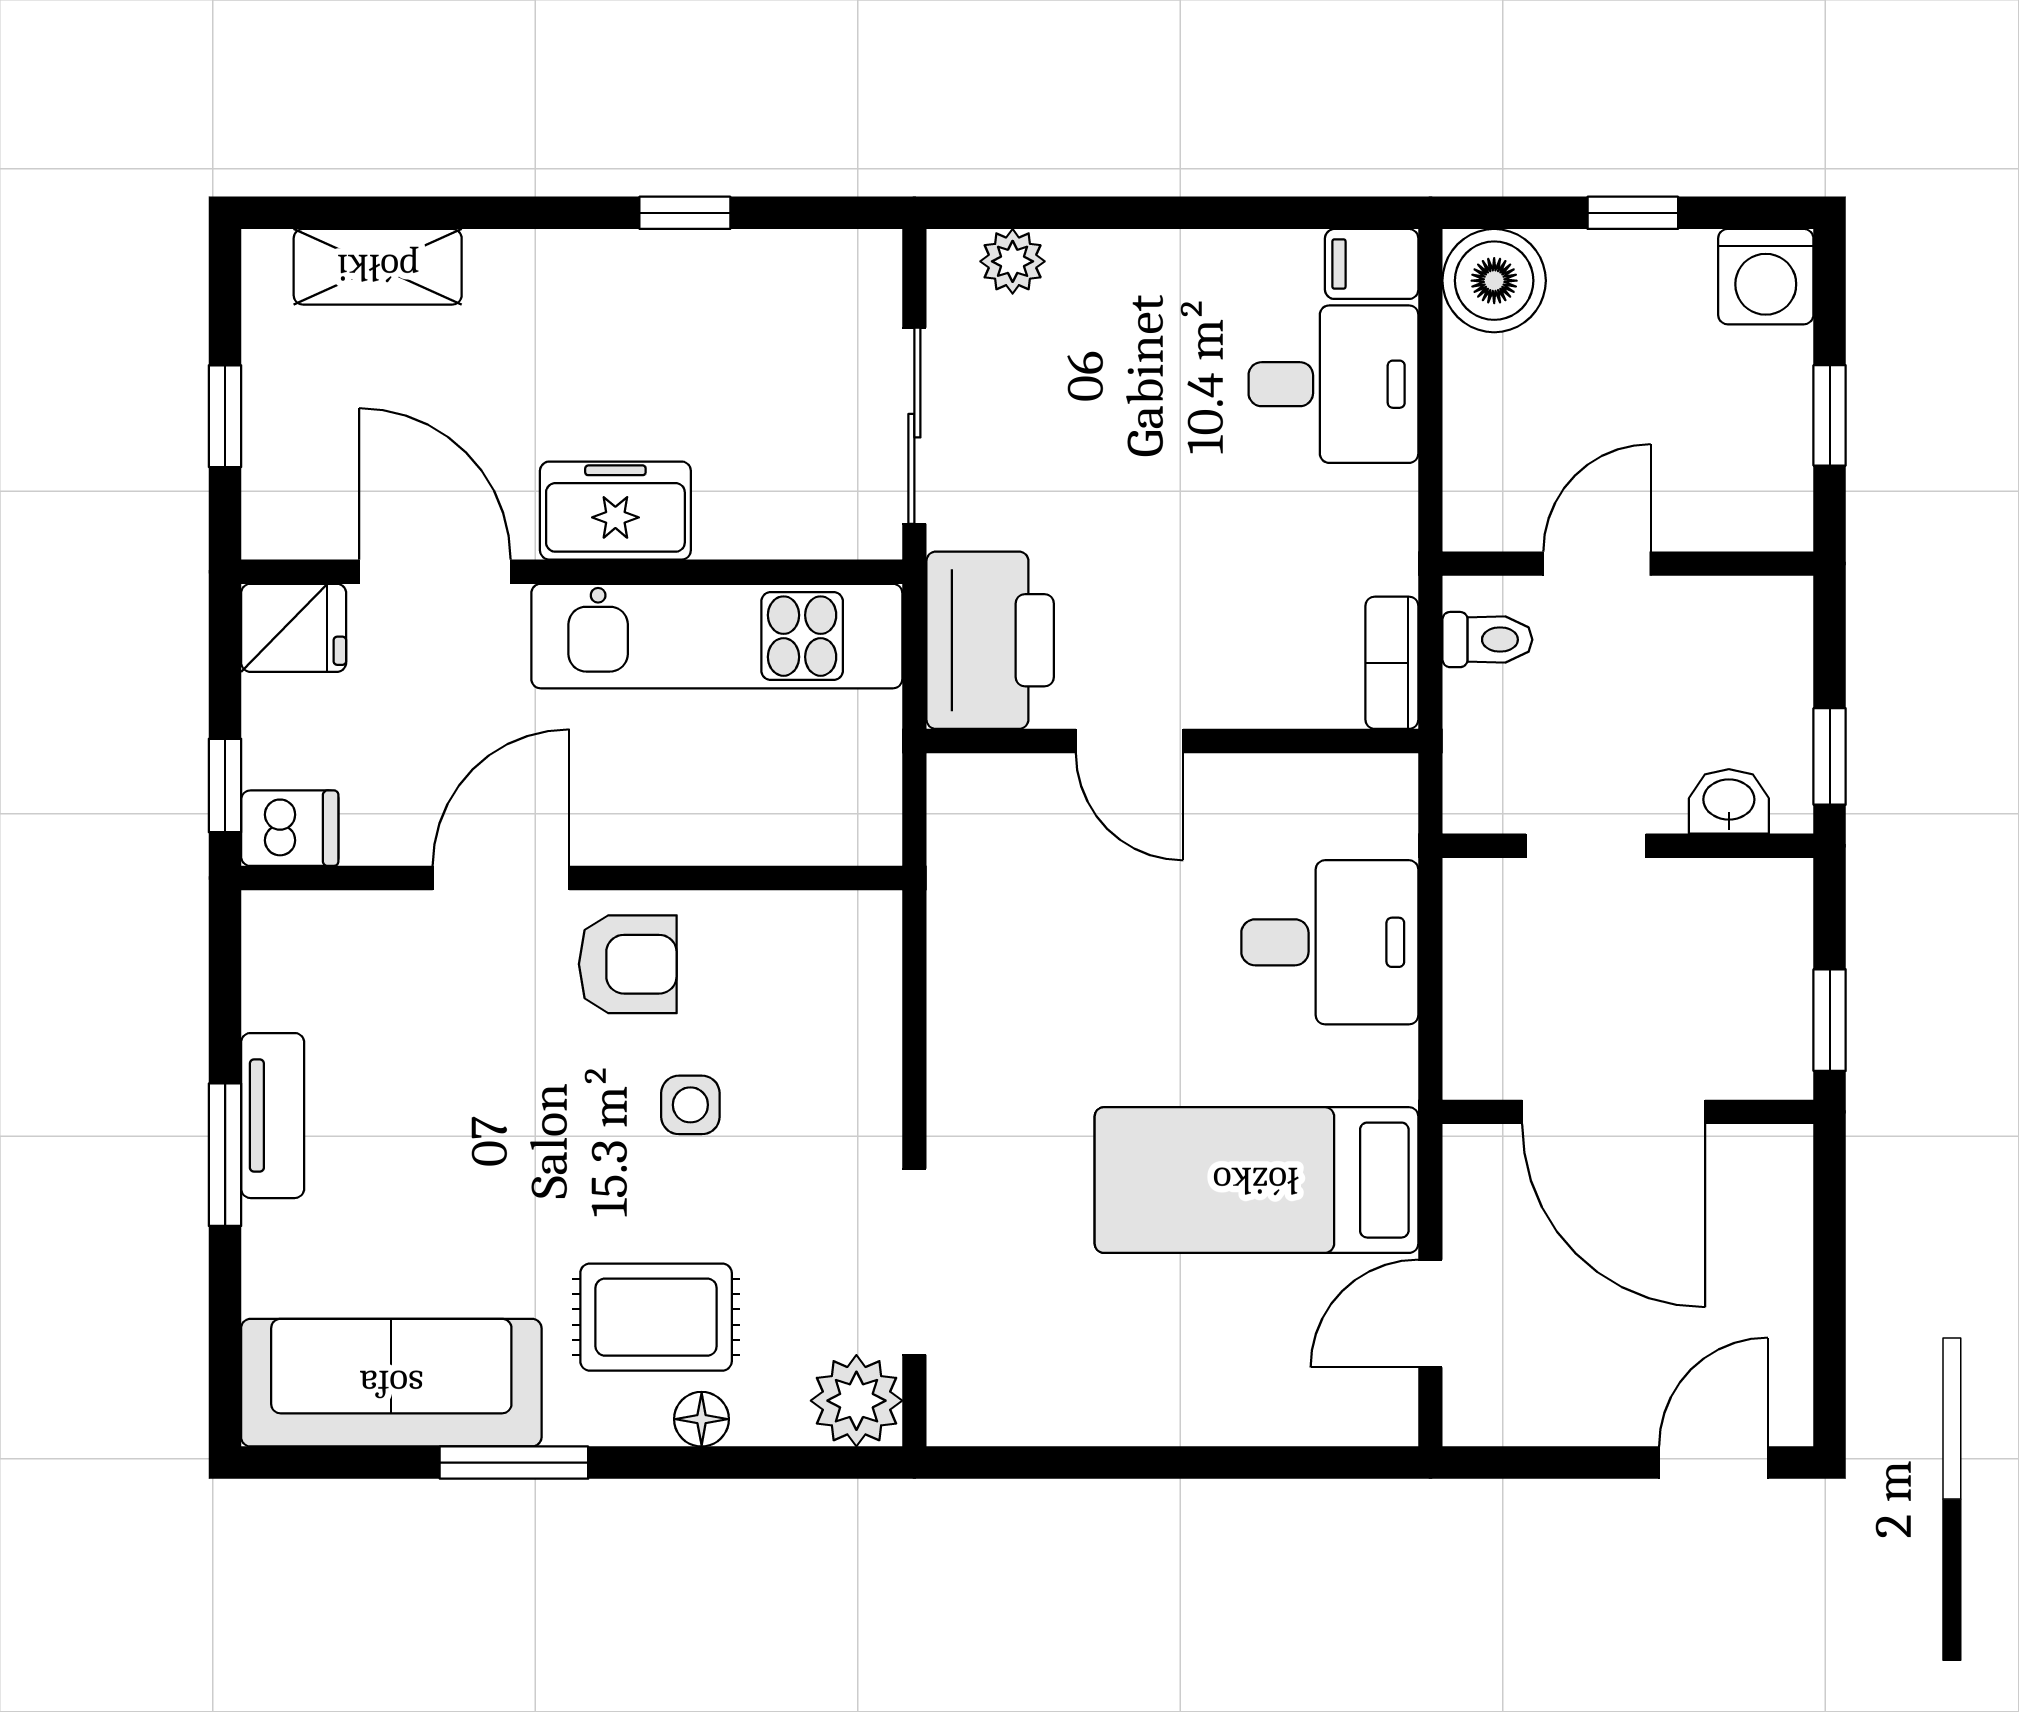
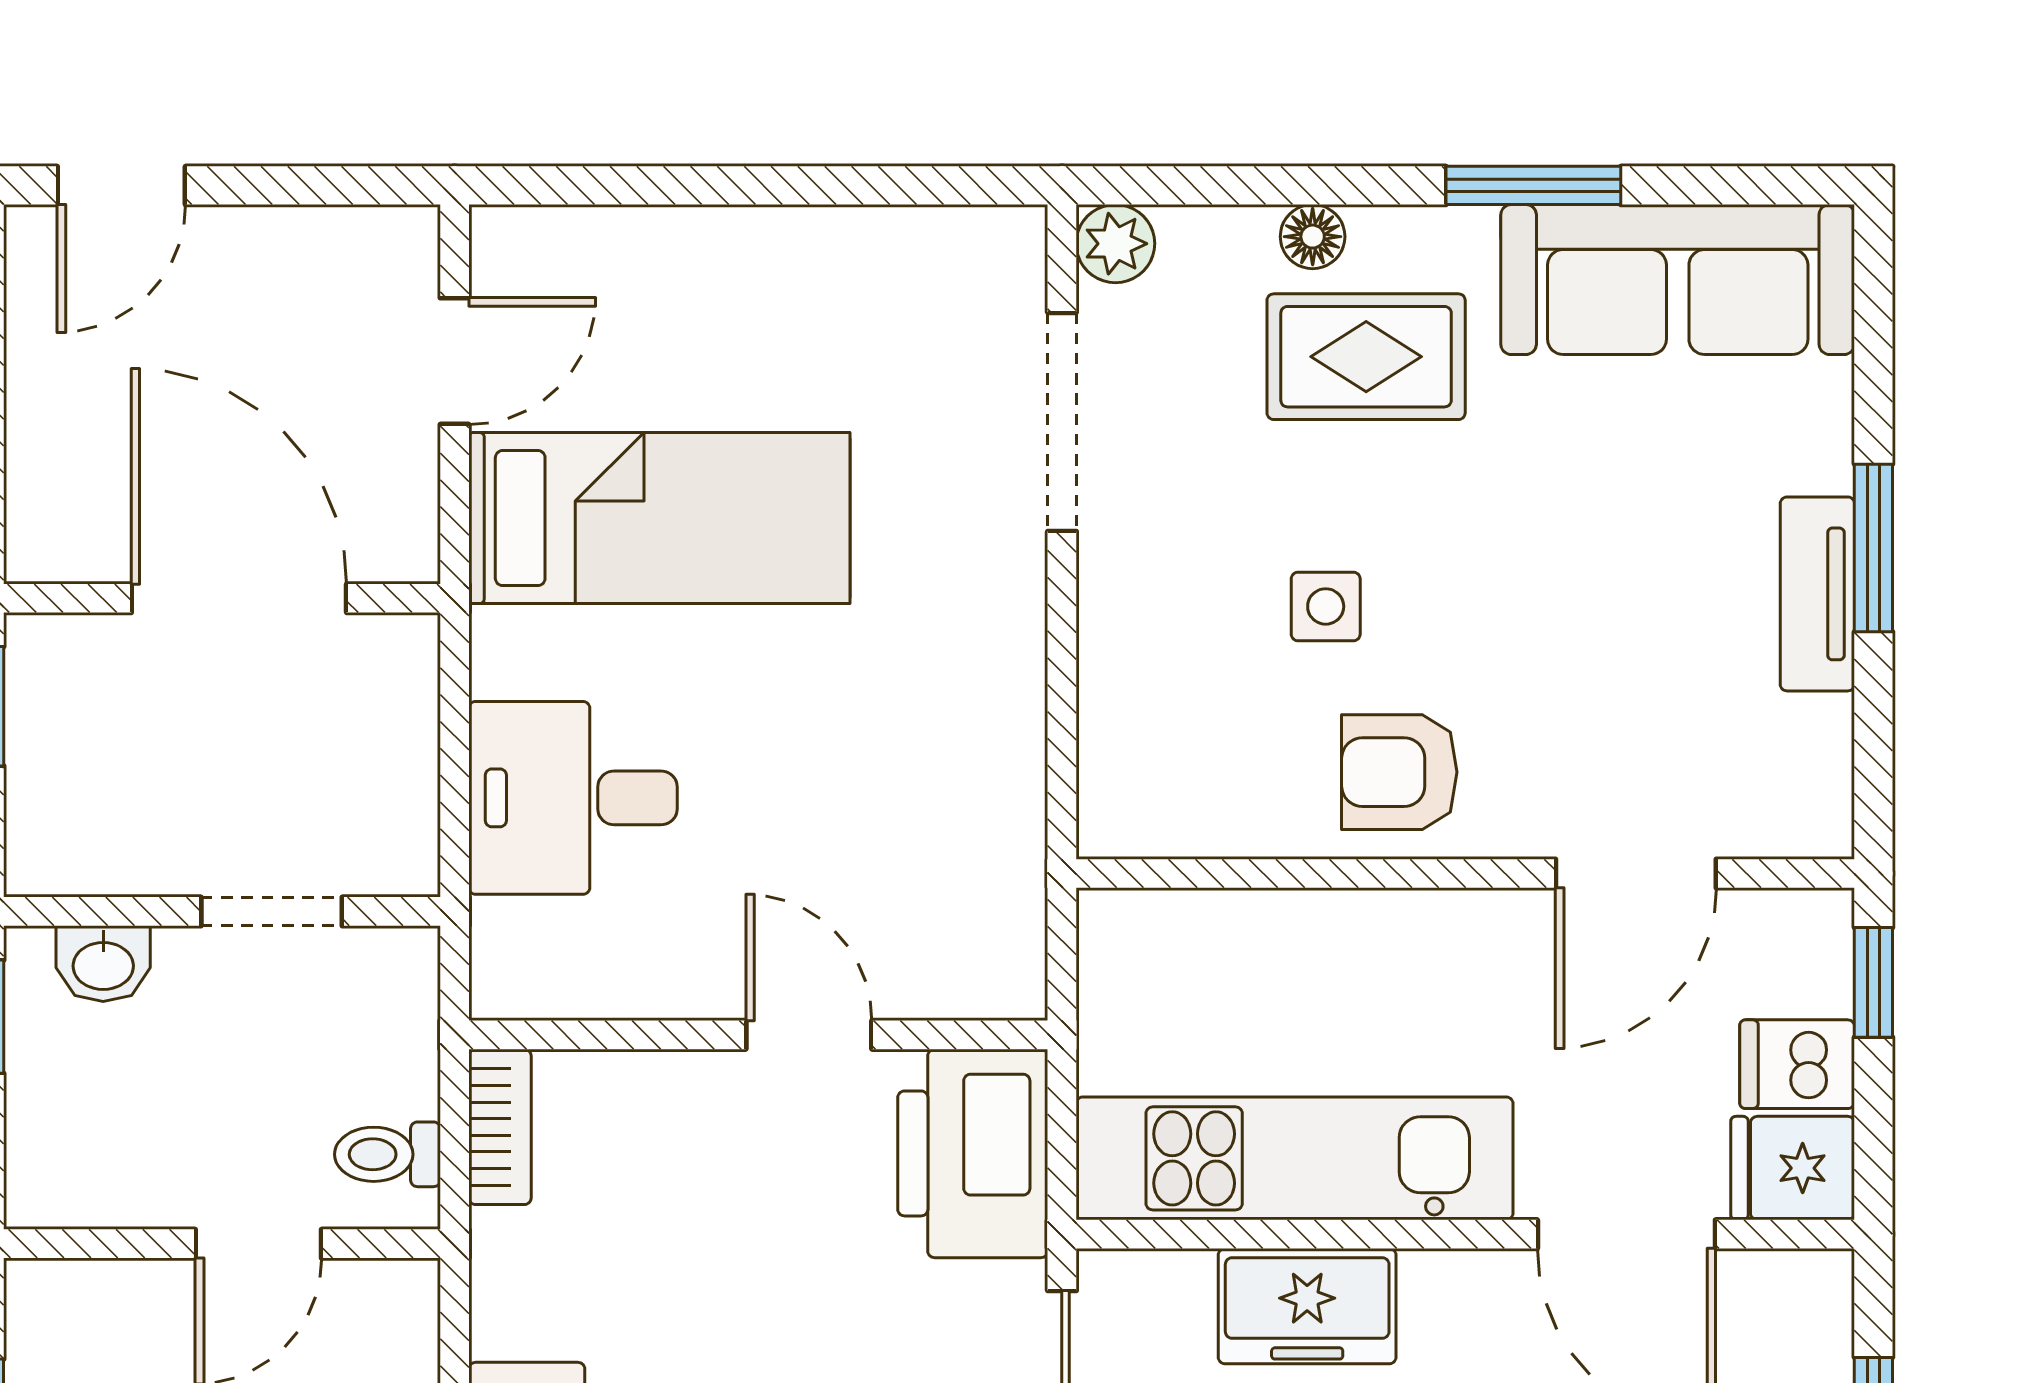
freezer: (615, 511) -> (1307, 1306), moved
dishwasher: (290, 828) -> (1797, 1064), moved
door: (501, 878) -> (1636, 874), moved
plant: (856, 1401) -> (1115, 244), width x0.73, depth x0.73

